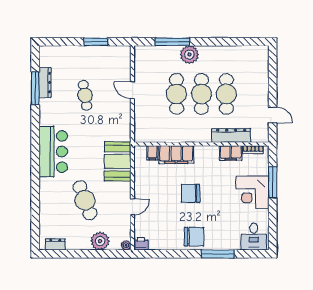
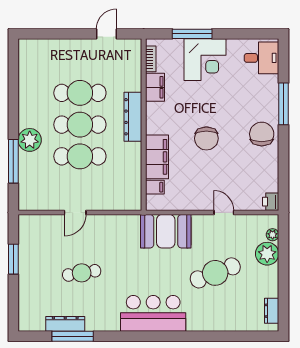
dresser: (231, 136) -> (133, 117), moved
plant: (126, 245) -> (273, 235), moved

